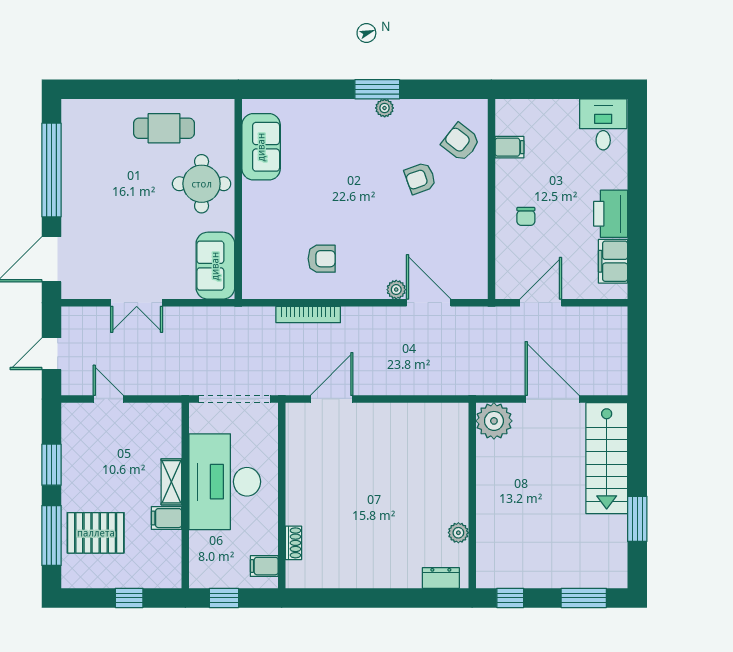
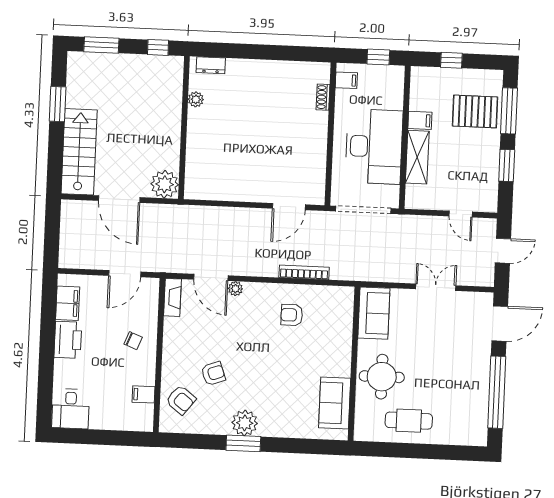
plant: (385, 108) -> (245, 423), width x1.88, depth x1.88
chair: (526, 216) -> (133, 341), turned 112
fireplace: (477, 275) -> (172, 297), added
shelving: (171, 482) -> (417, 157), width x1.50, depth x1.33

